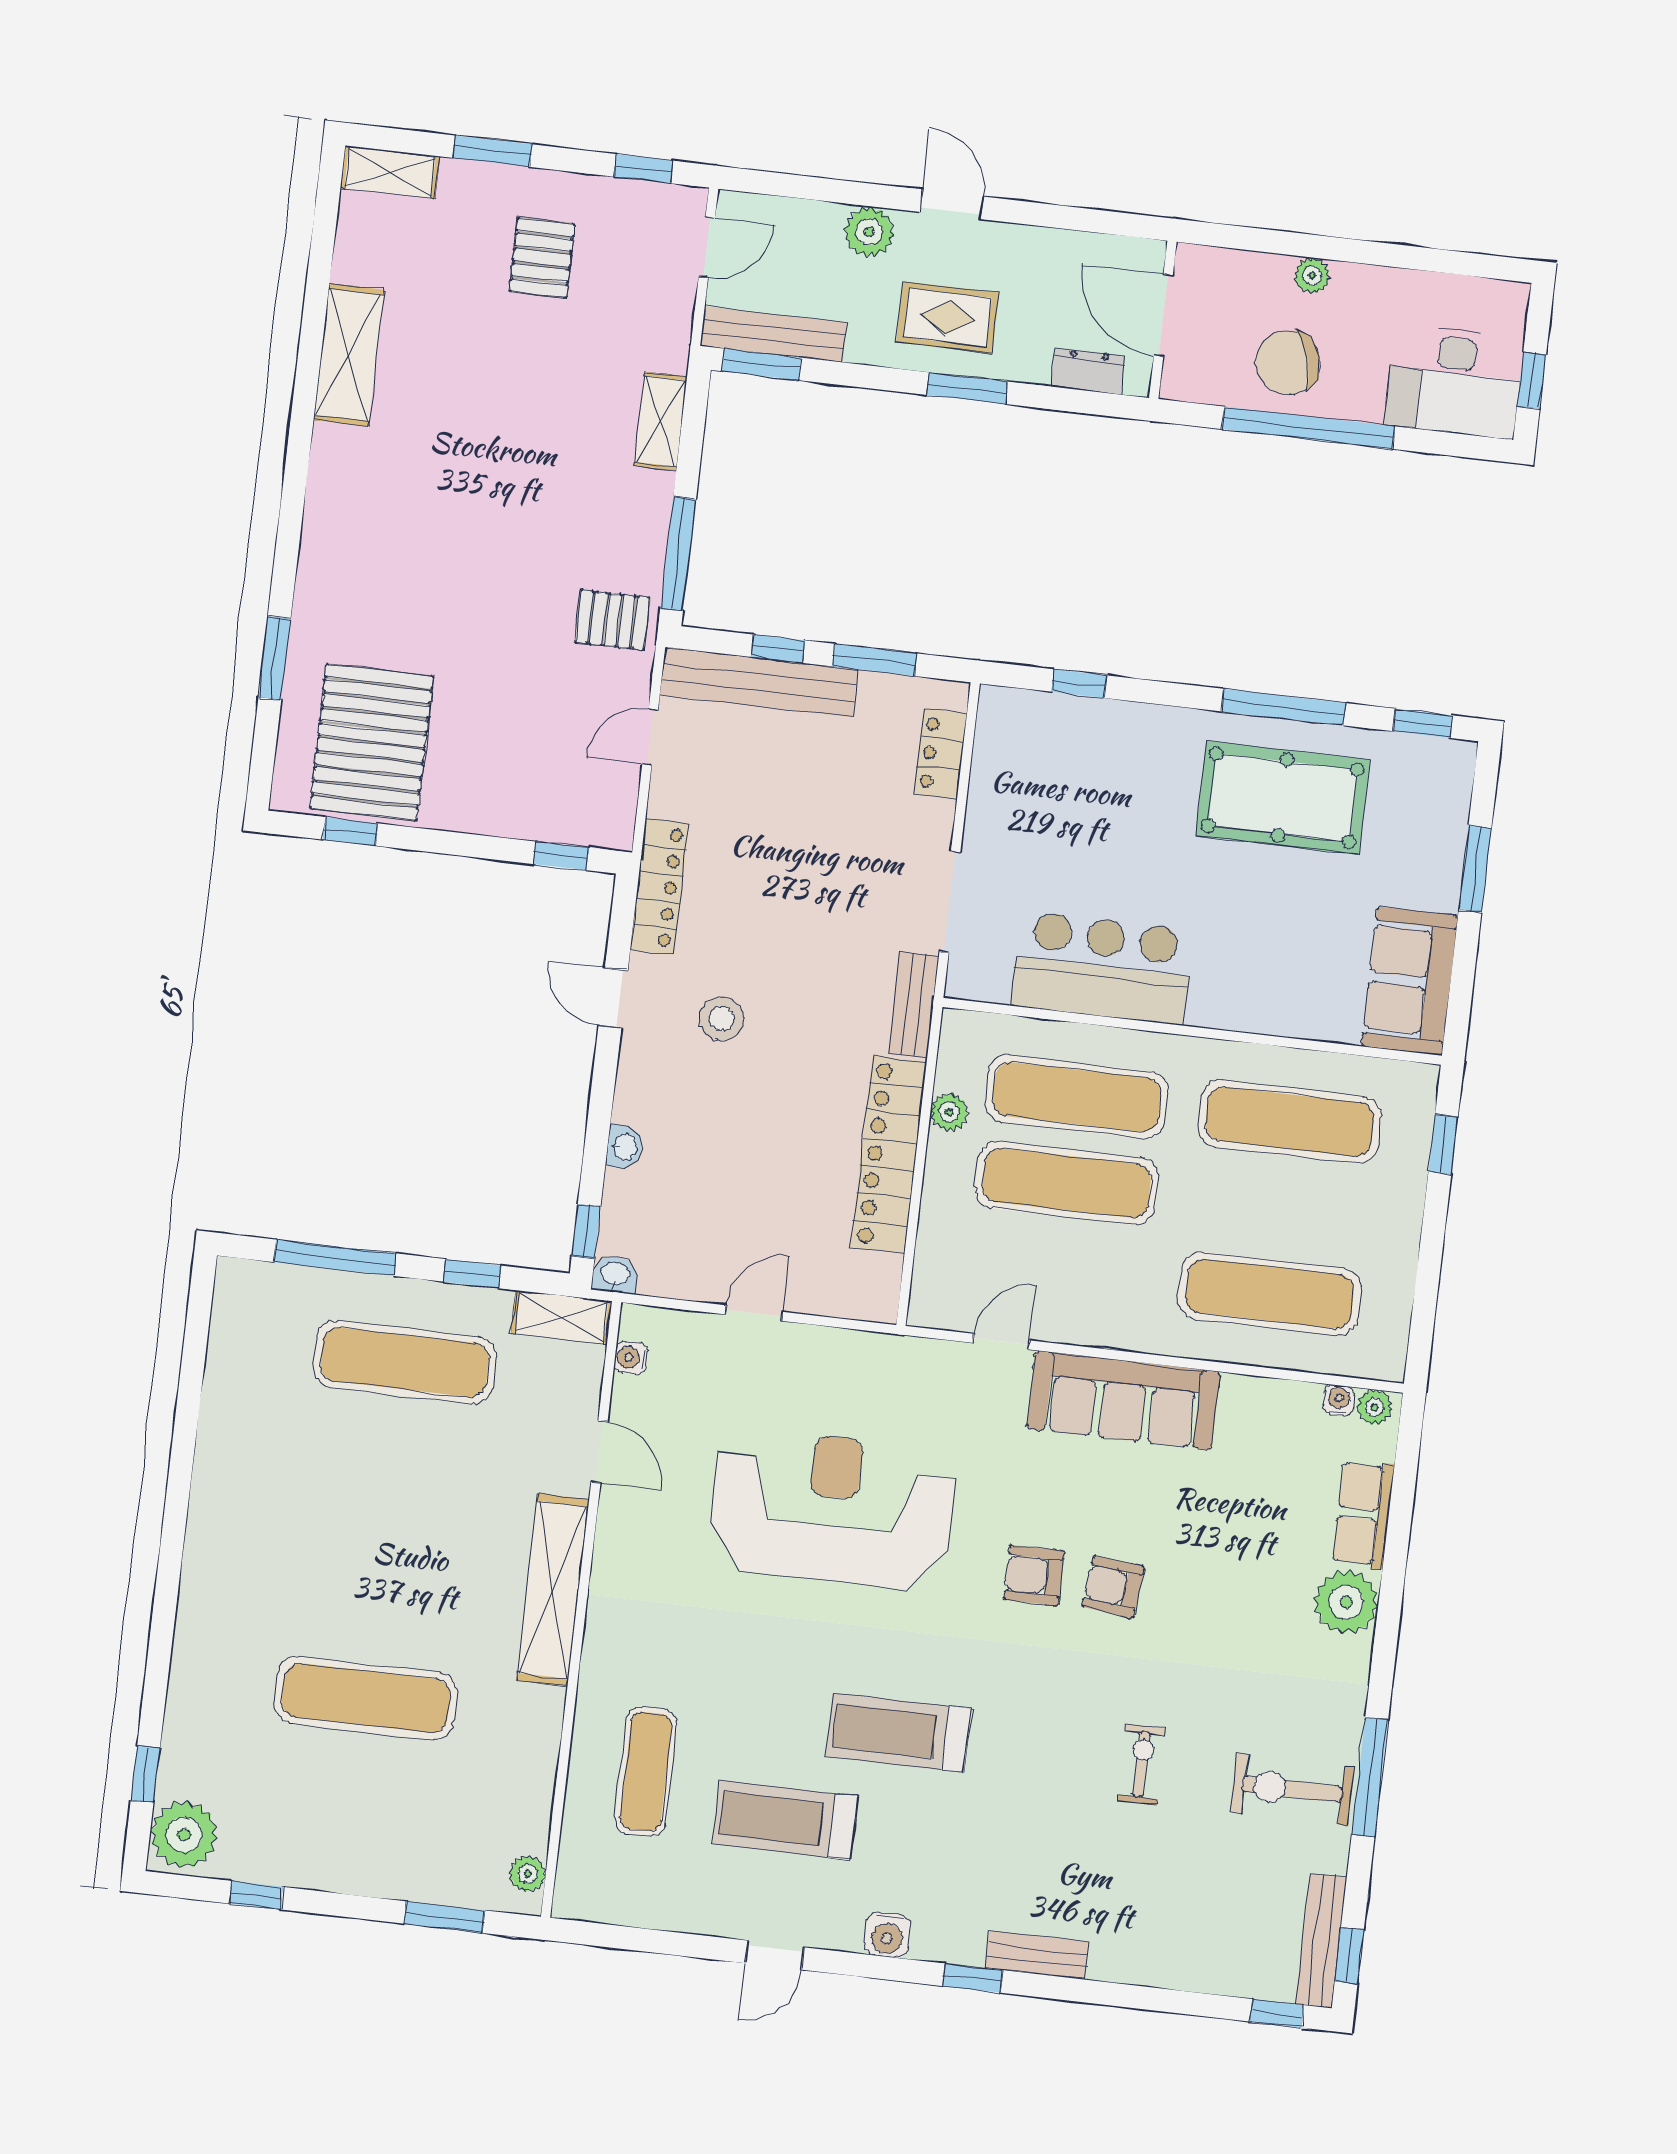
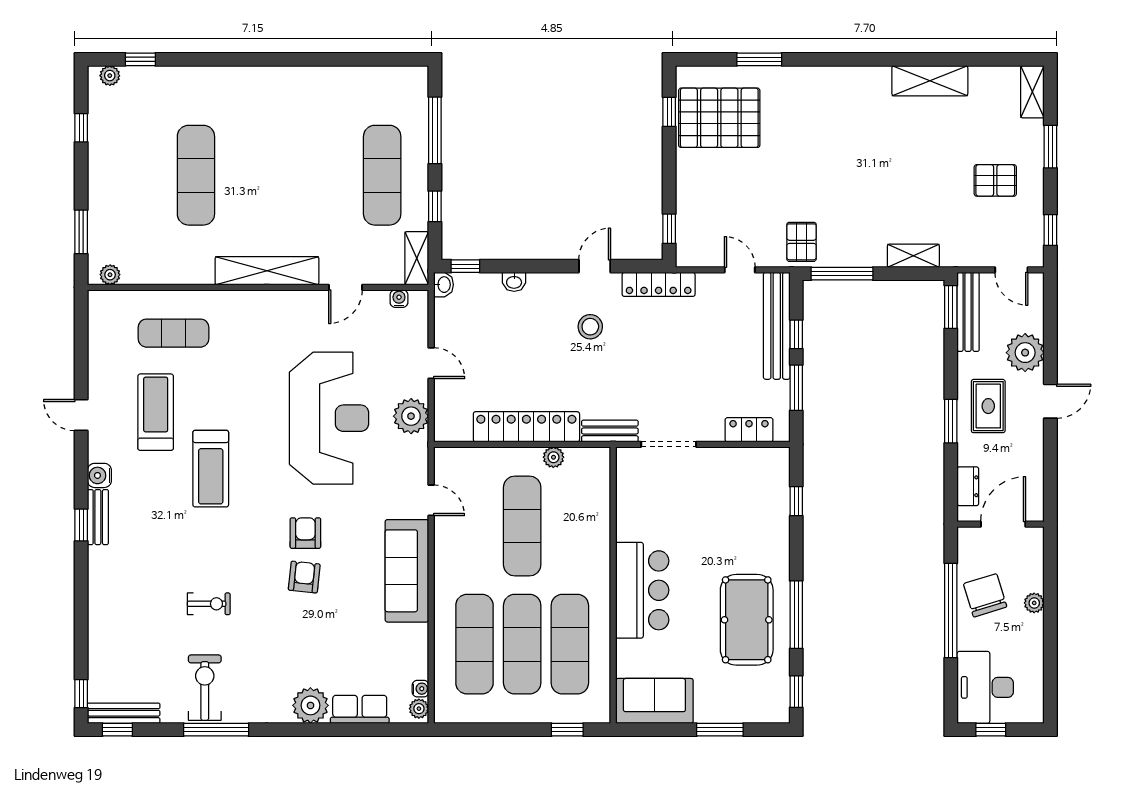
plant: (869, 232) -> (1025, 353), width x1.36, depth x1.36
bar counter: (1102, 968) -> (642, 590), moved
exercise mat: (1077, 1097) -> (522, 644), moved
plant: (845, 1361) -> (411, 416), added
treadmill: (898, 1733) -> (211, 469), turned 180
plant: (184, 1835) -> (110, 76), width x0.53, depth x0.53
bench: (1037, 1955) -> (98, 517), moved

